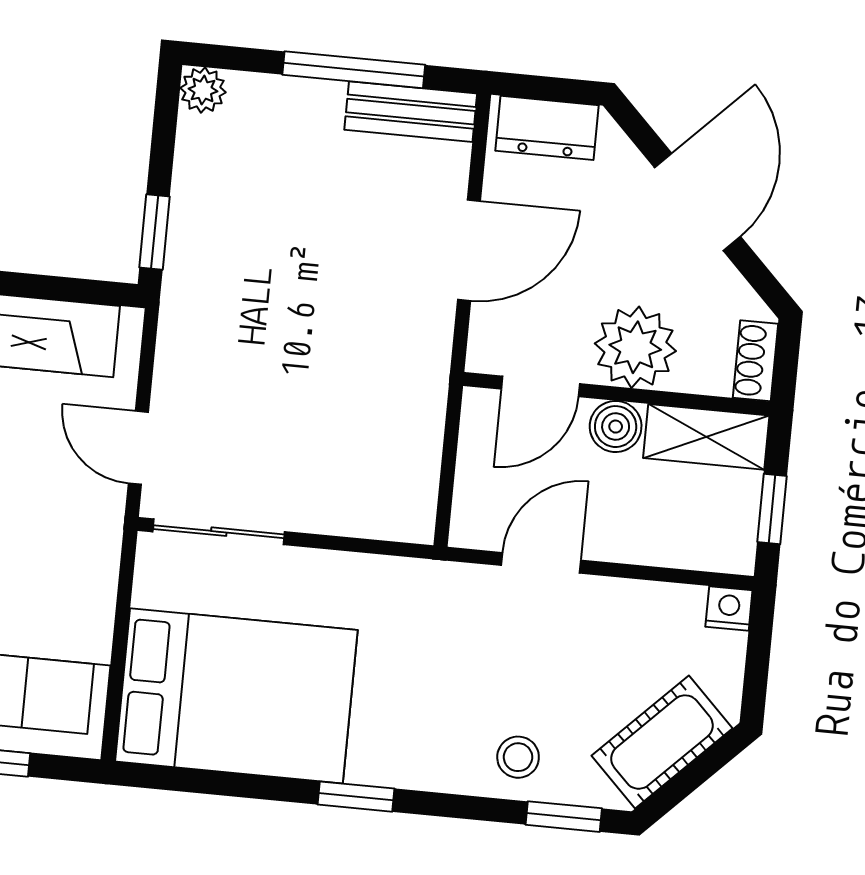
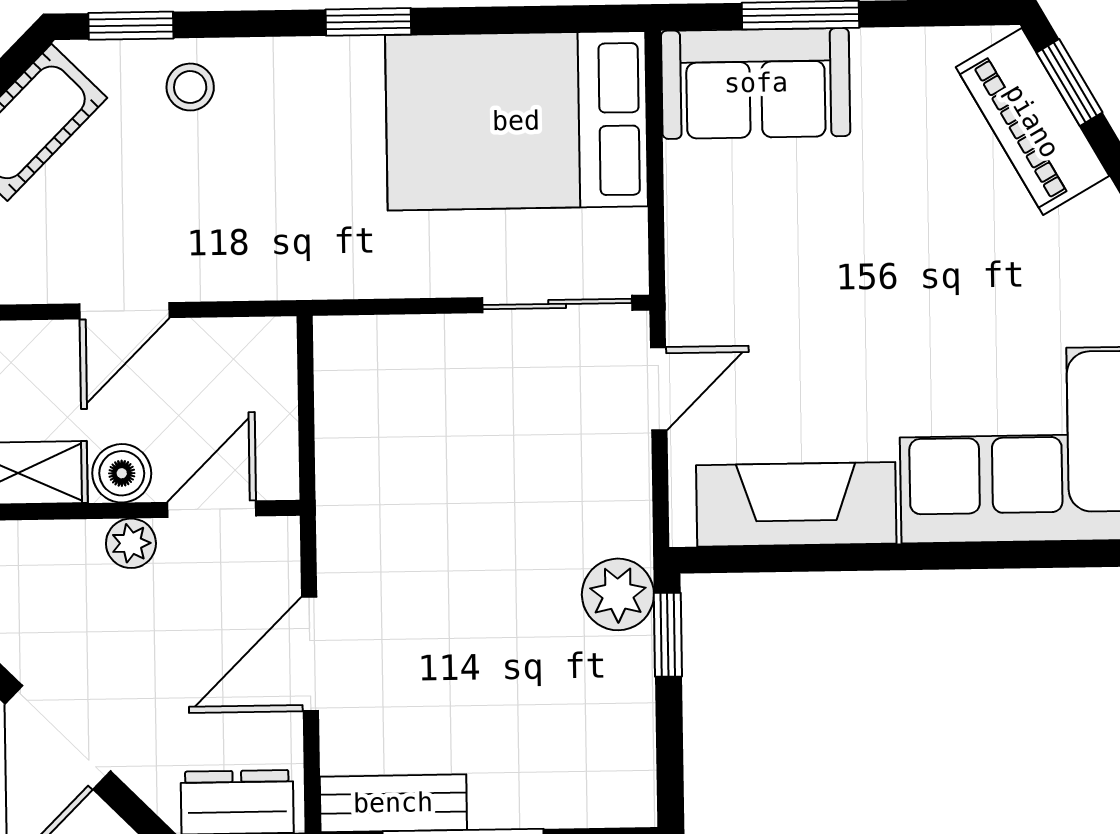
plant: (203, 90) -> (618, 594), moved, width x1.38, depth x1.38
plant: (635, 347) -> (131, 543), width x0.53, depth x0.53
door: (138, 448) -> (659, 389), hinge flipped
door: (541, 563) -> (124, 311), moved

